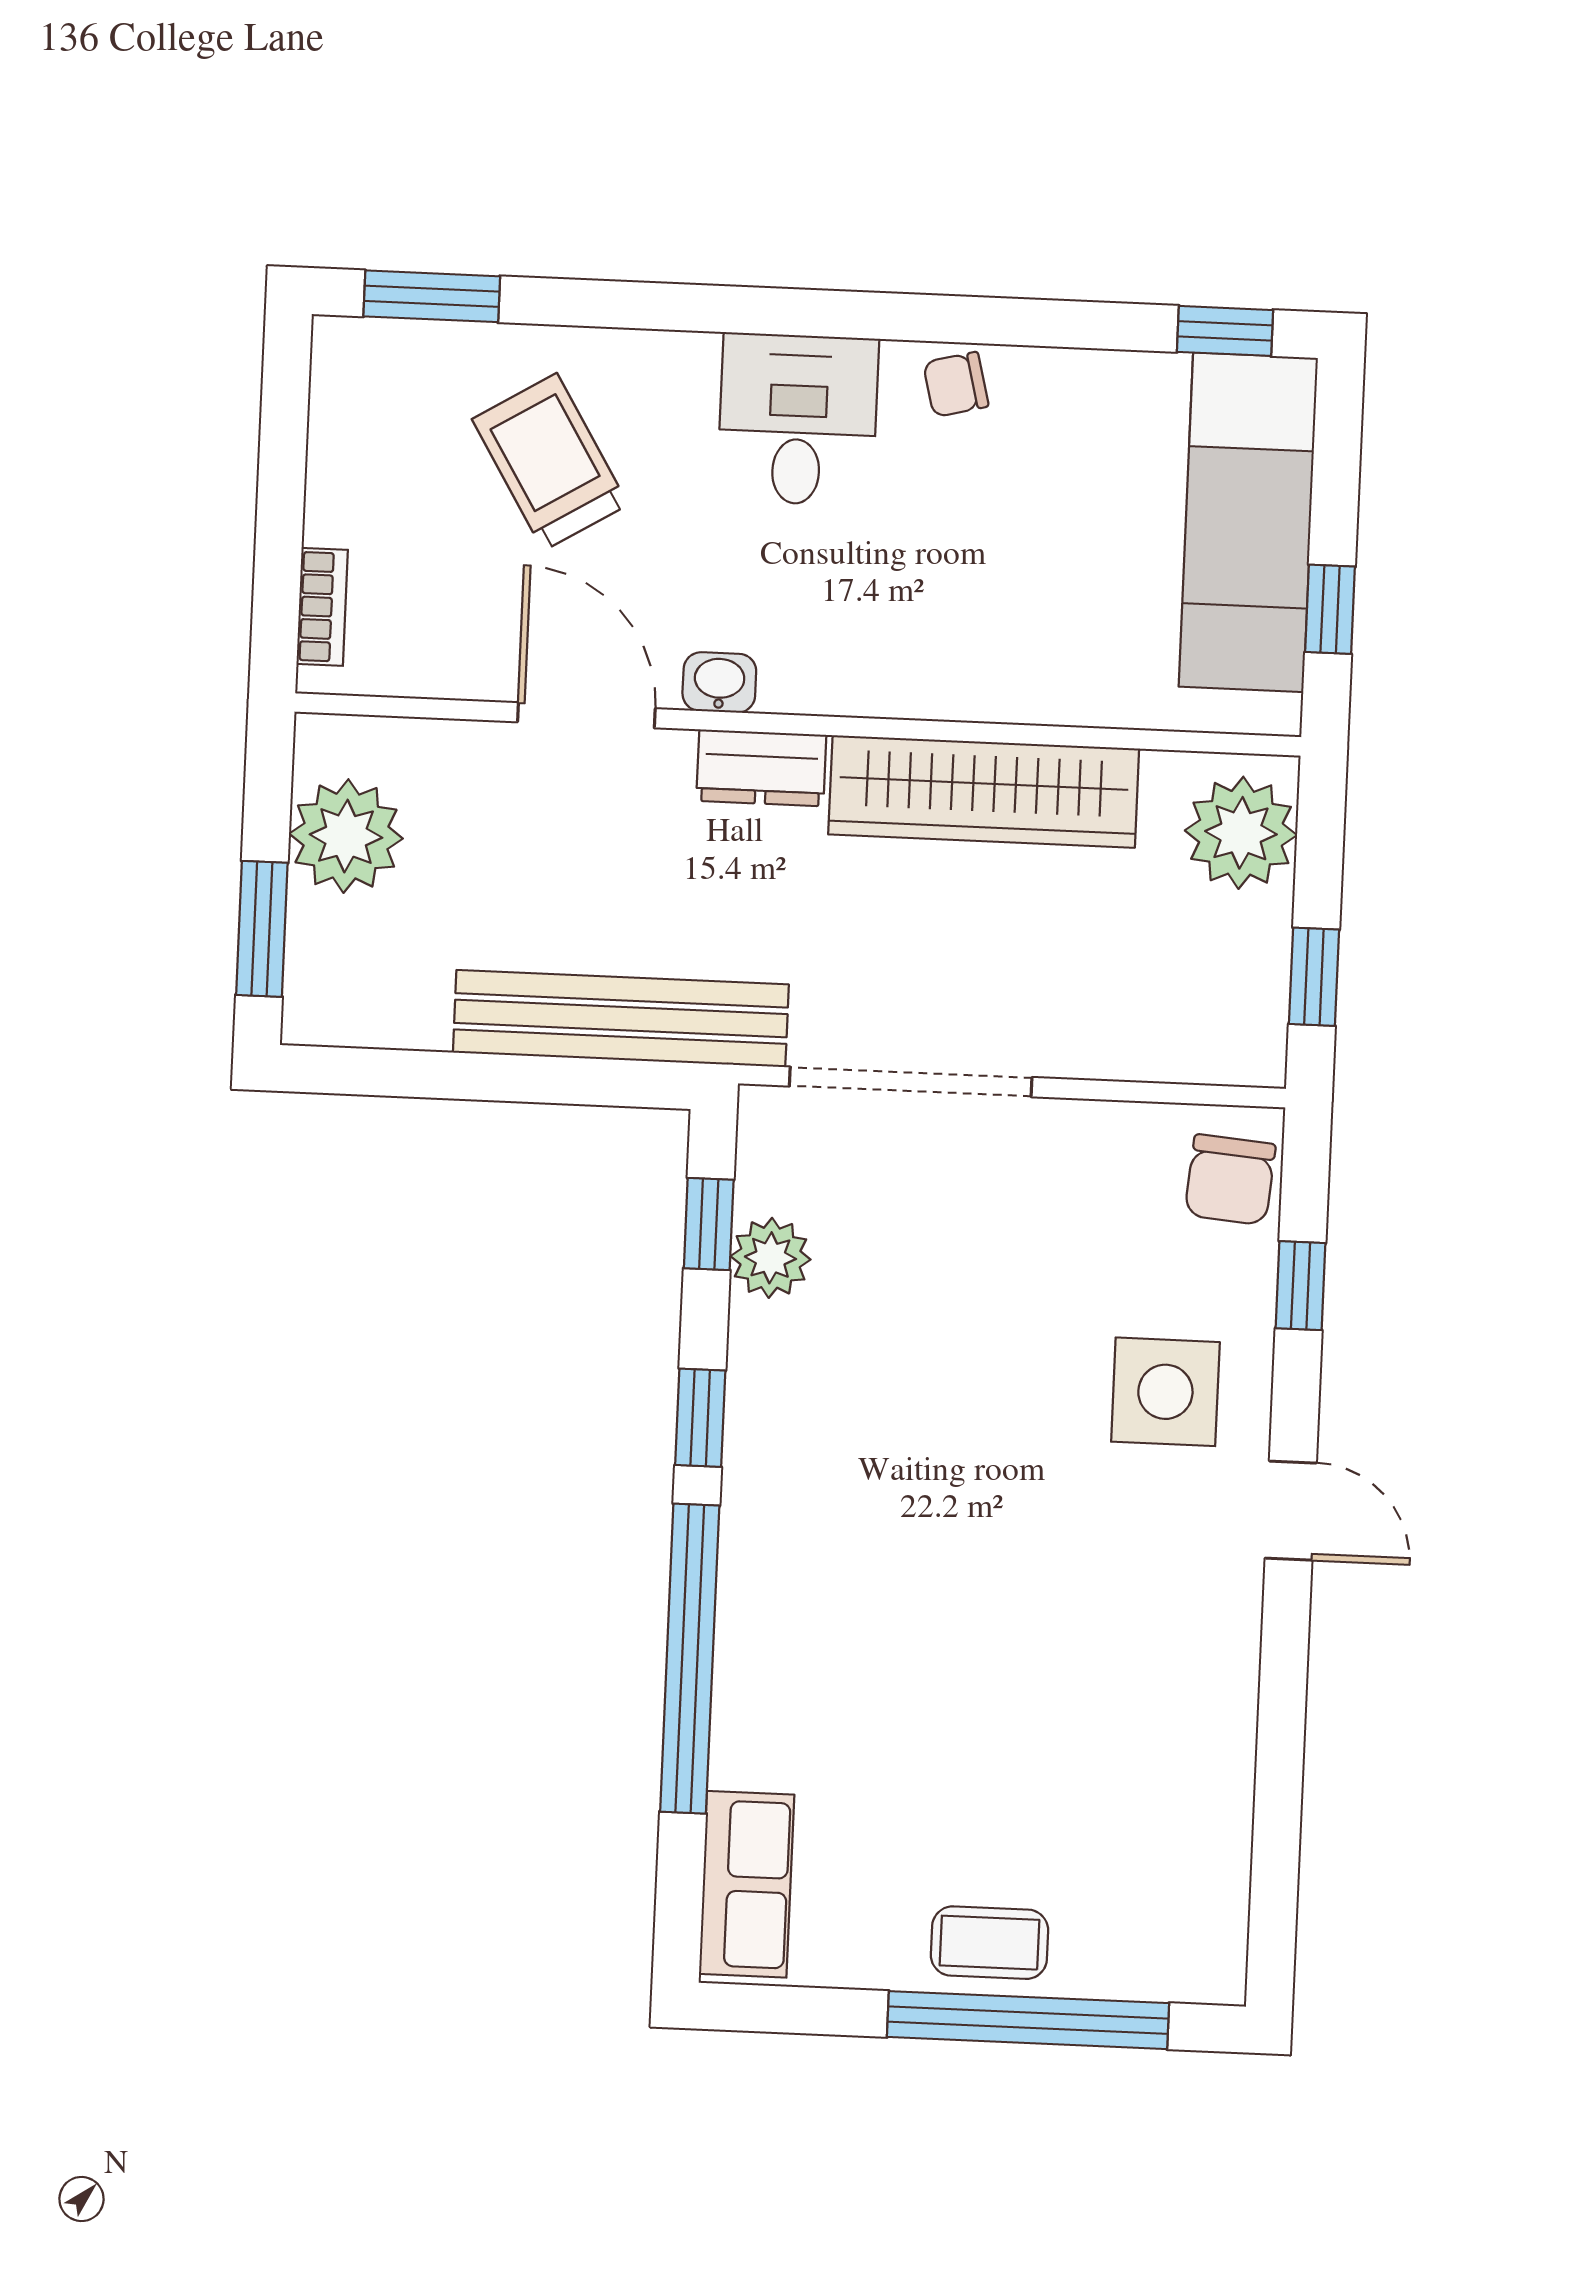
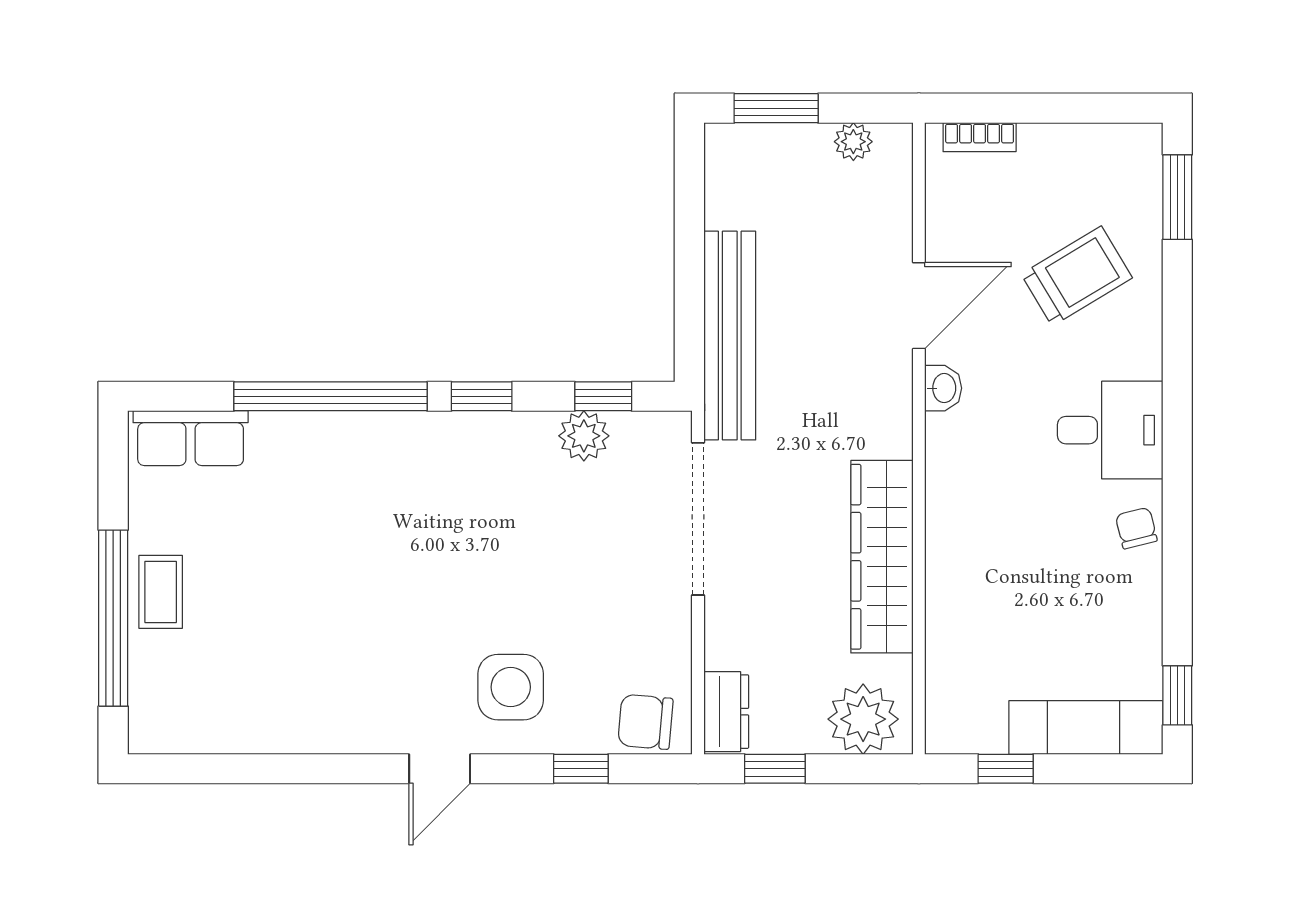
exam couch: (1248, 522) -> (1086, 727), width x0.73, depth x0.69
dresser: (761, 768) -> (726, 712), moved, turned 180
plant: (346, 836) -> (853, 142), width x0.53, depth x0.53

